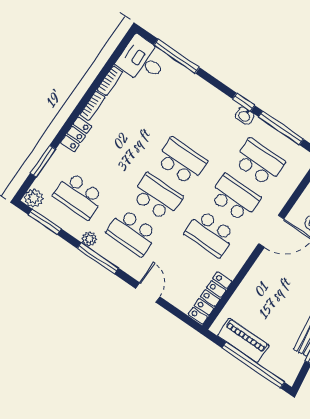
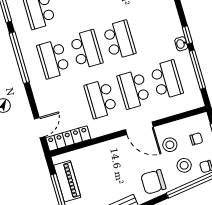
school desk: (235, 198) -> (134, 89), turned 180
plant: (89, 239) -> (24, 41), removed
window: (98, 258) -> (19, 58), width x1.46
door: (148, 293) -> (40, 128), moved

